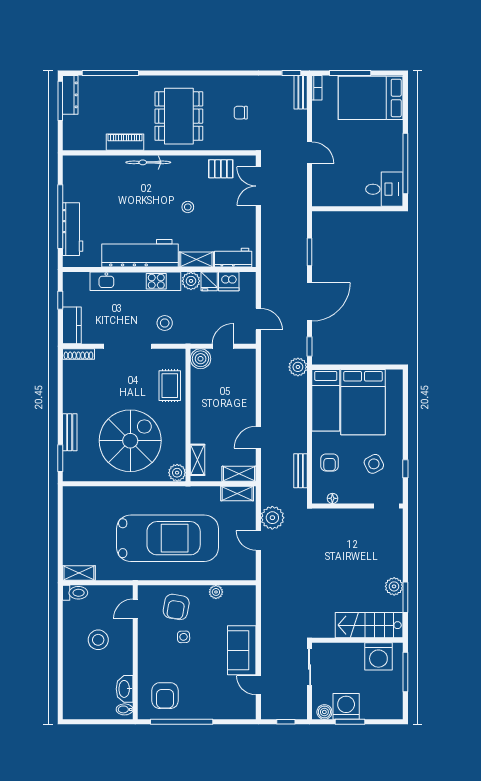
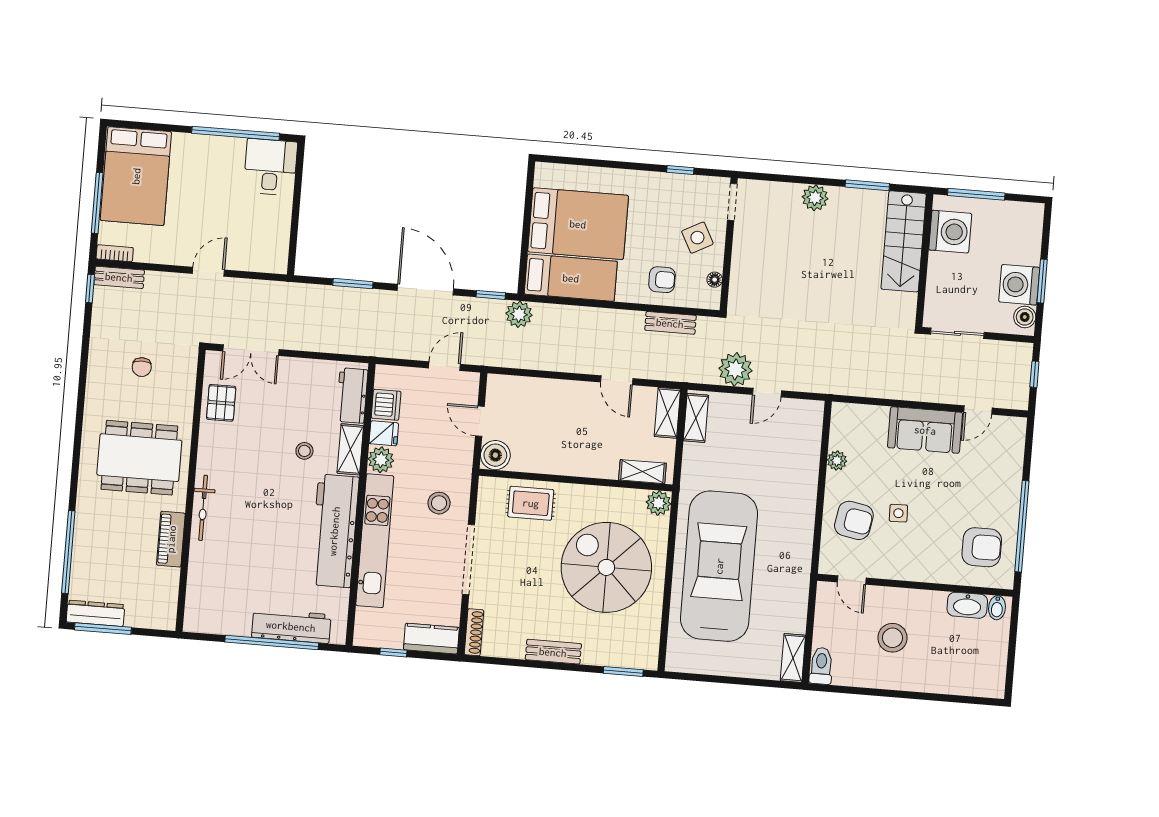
stool: (188, 207) -> (304, 451), moved
bench: (70, 432) -> (553, 652), moved
side table: (374, 464) -> (697, 238), moved
car: (167, 538) -> (719, 566), moved
plant: (394, 586) -> (815, 198), moved

